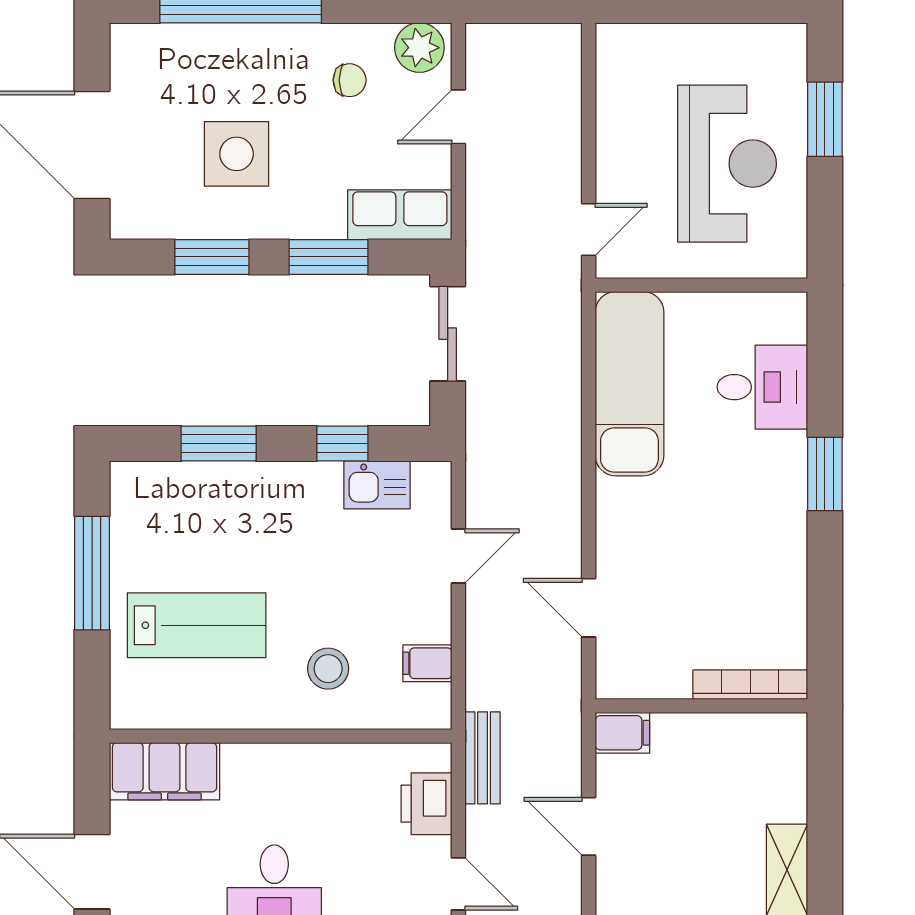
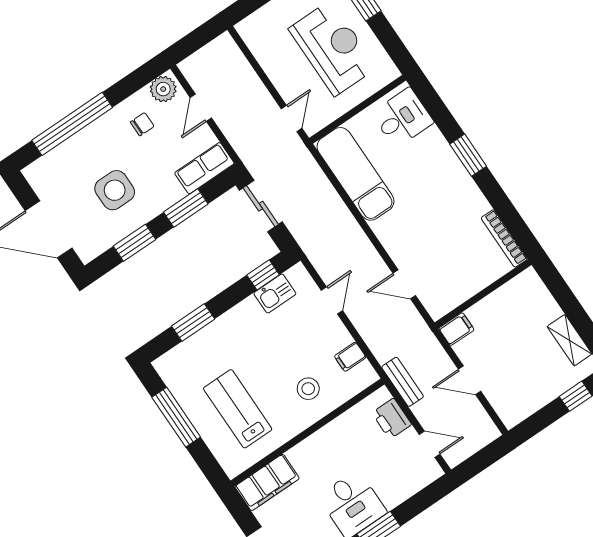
desk: (762, 387) -> (403, 118), moved
window: (342, 443) -> (263, 275), moved
lab bench: (197, 625) -> (238, 409), turned -90
bookcase: (750, 685) -> (504, 238), moved, turned -90

